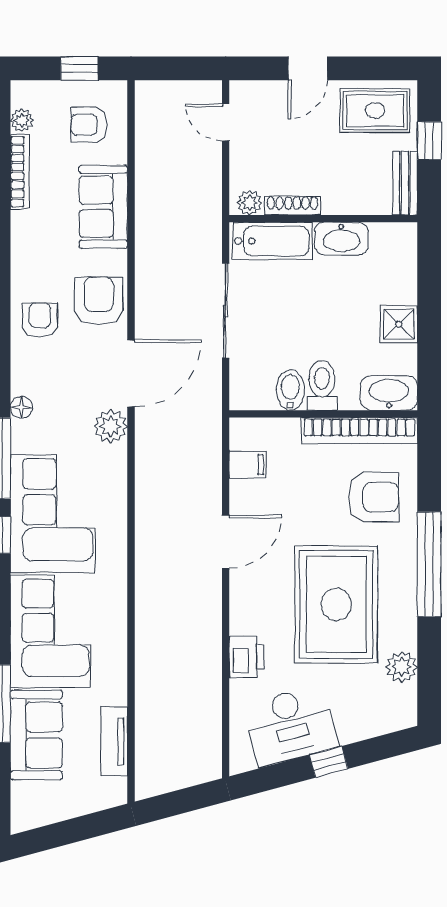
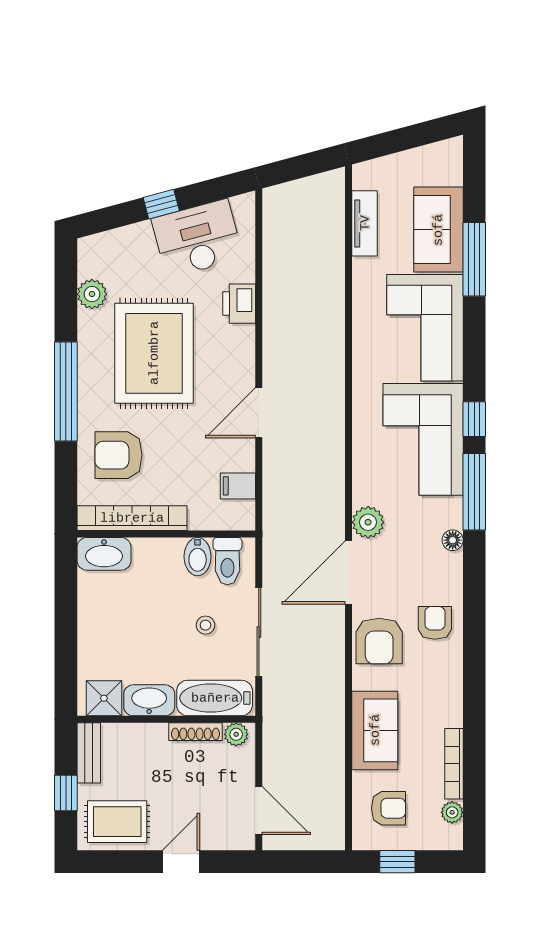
door: (226, 122) -> (259, 811), width x1.38
stool: (282, 318) -> (205, 625), added
armchair: (40, 320) -> (435, 623), turned 180
shower: (399, 324) -> (104, 698), moved
toilet: (322, 385) -> (227, 561), moved

